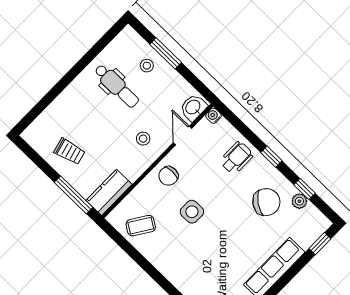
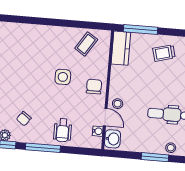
stool: (147, 66) -> (171, 148), moved
water cooler: (213, 116) -> (98, 131), moved
stool: (143, 139) -> (118, 104), moved
window: (271, 157) -> (43, 148), width x2.17
chair: (266, 202) -> (24, 119), width x0.54, depth x0.54

